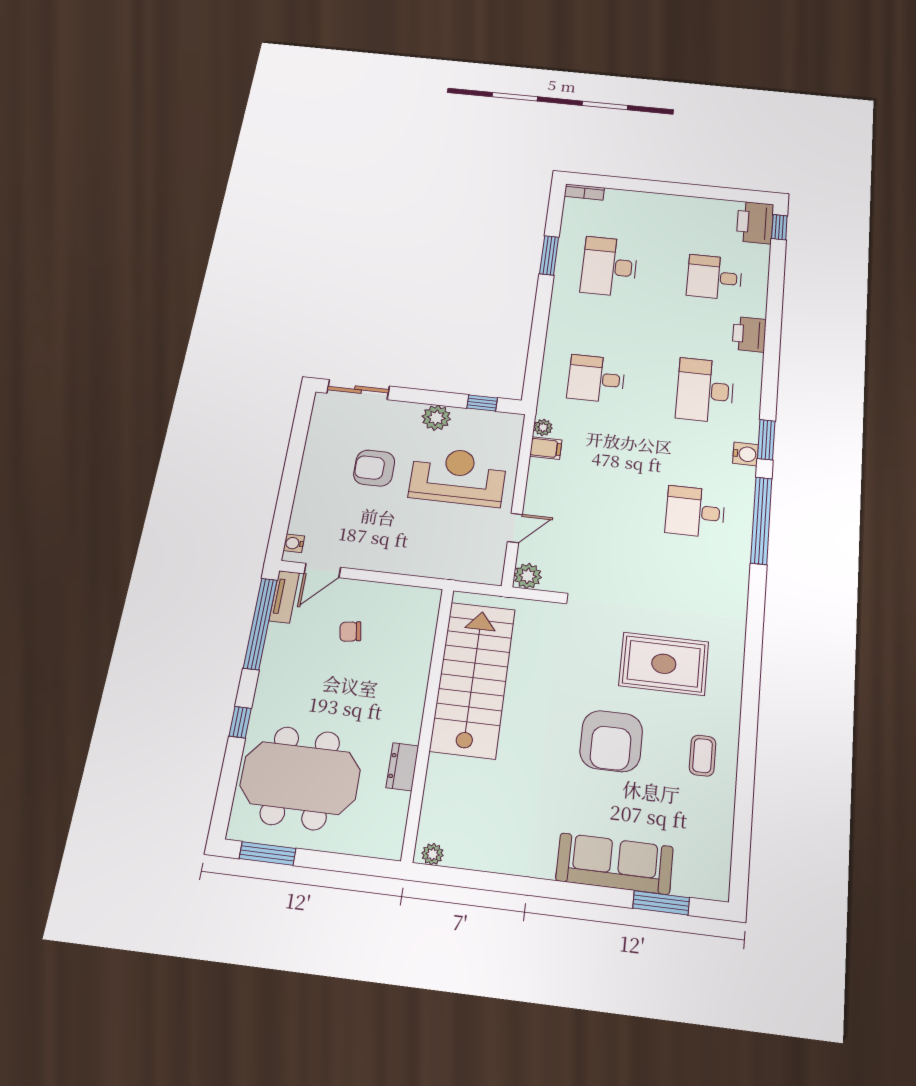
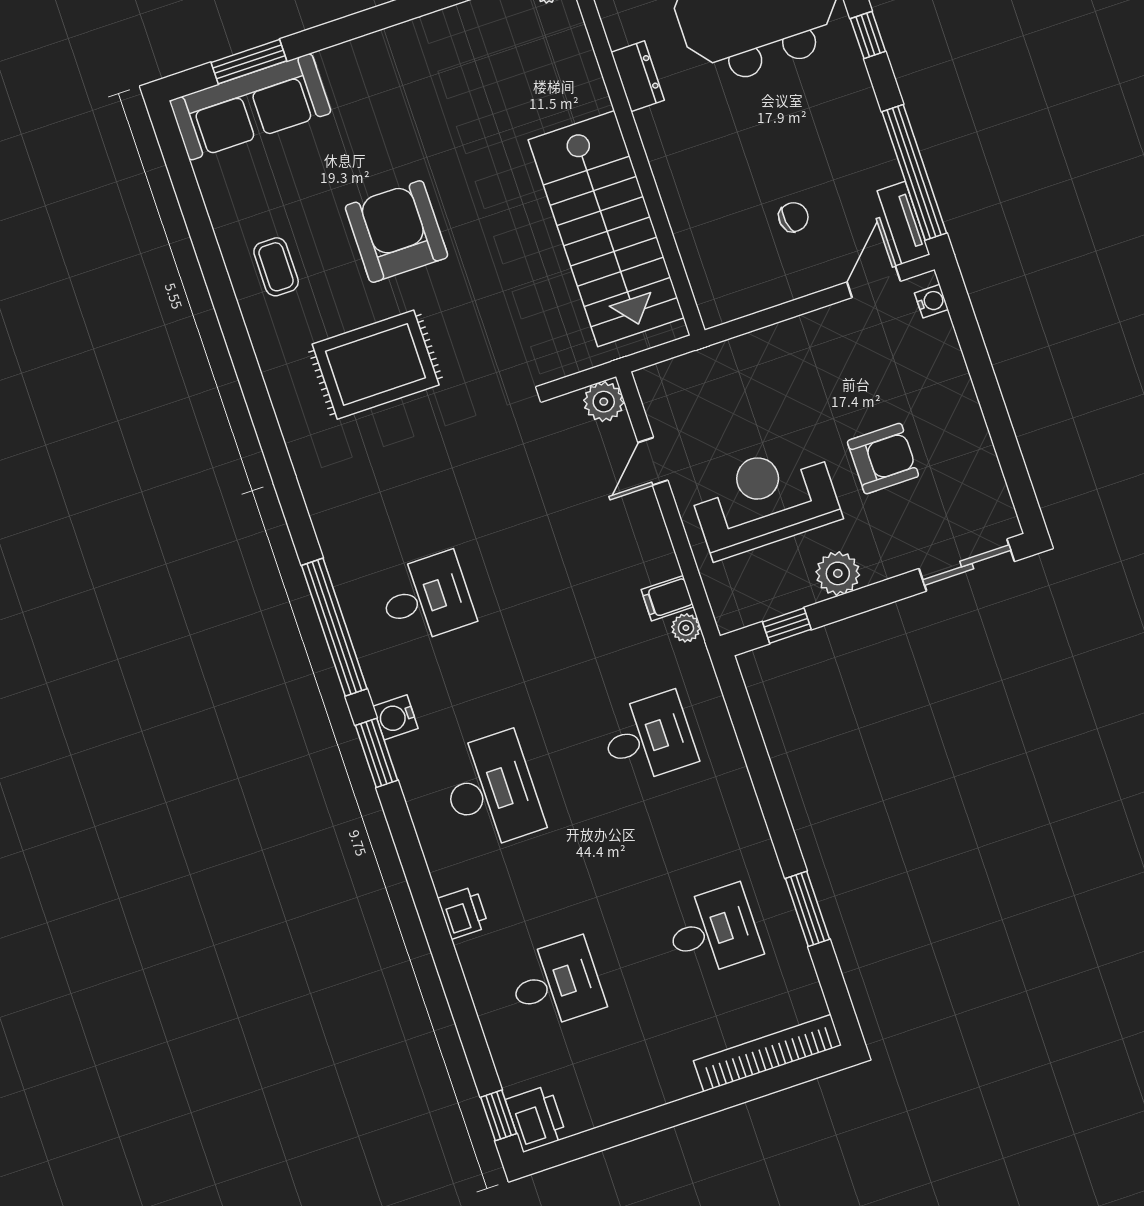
bookcase: (584, 192) -> (768, 1053), width x2.31, depth x1.31
printer: (755, 222) -> (536, 1119), width x0.73, depth x0.84
desk: (609, 267) -> (713, 931), width x0.73
printer: (749, 334) -> (463, 913), width x0.73, depth x0.81
reception desk: (458, 476) -> (765, 500), turned 180
sofa: (615, 864) -> (250, 107), moved

